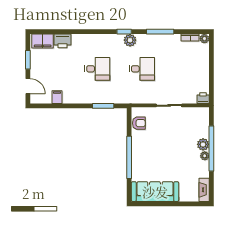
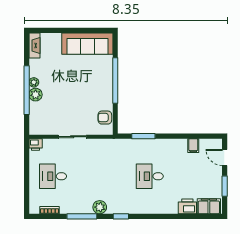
plant: (204, 39) -> (34, 209), removed
plant: (130, 40) -> (100, 207), moved
desk: (142, 69) -> (53, 176), moved

